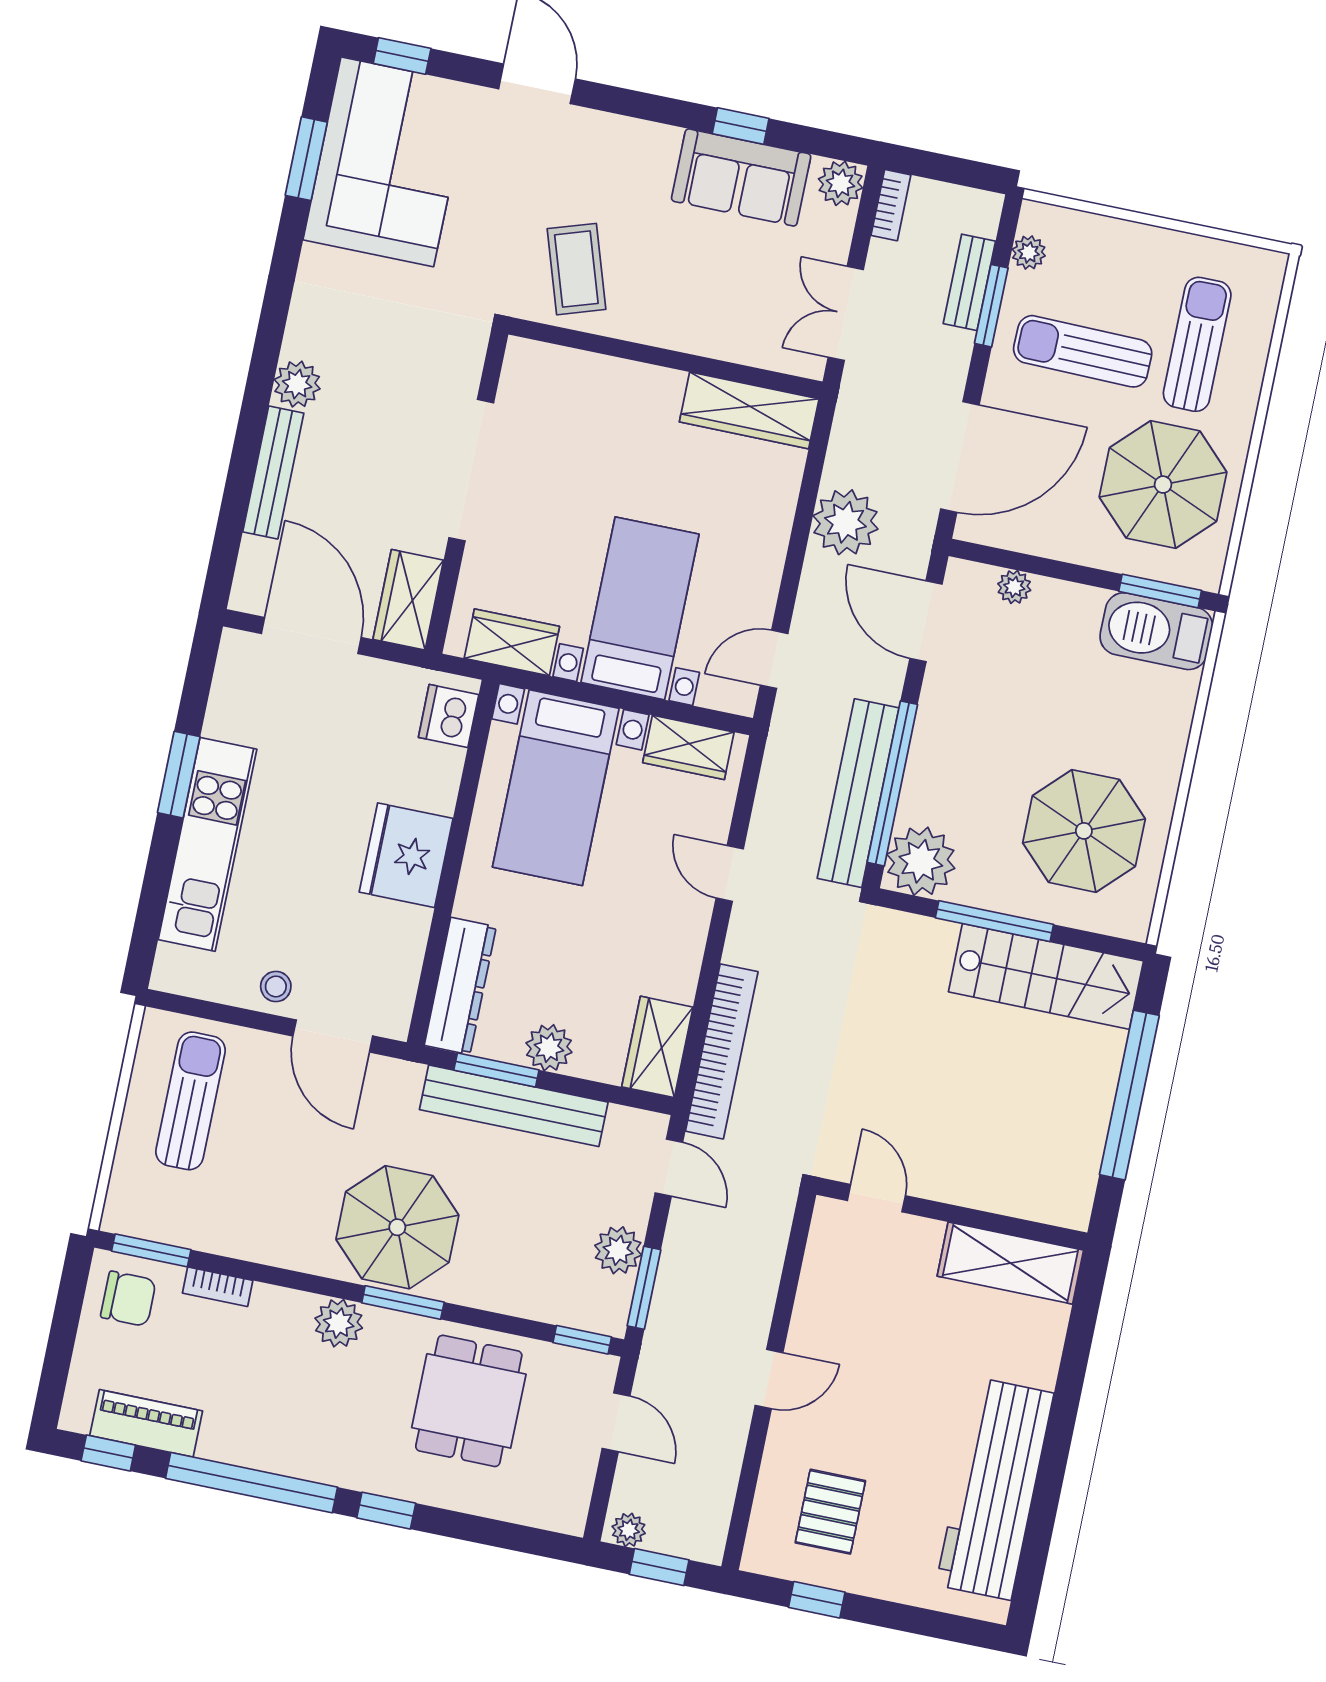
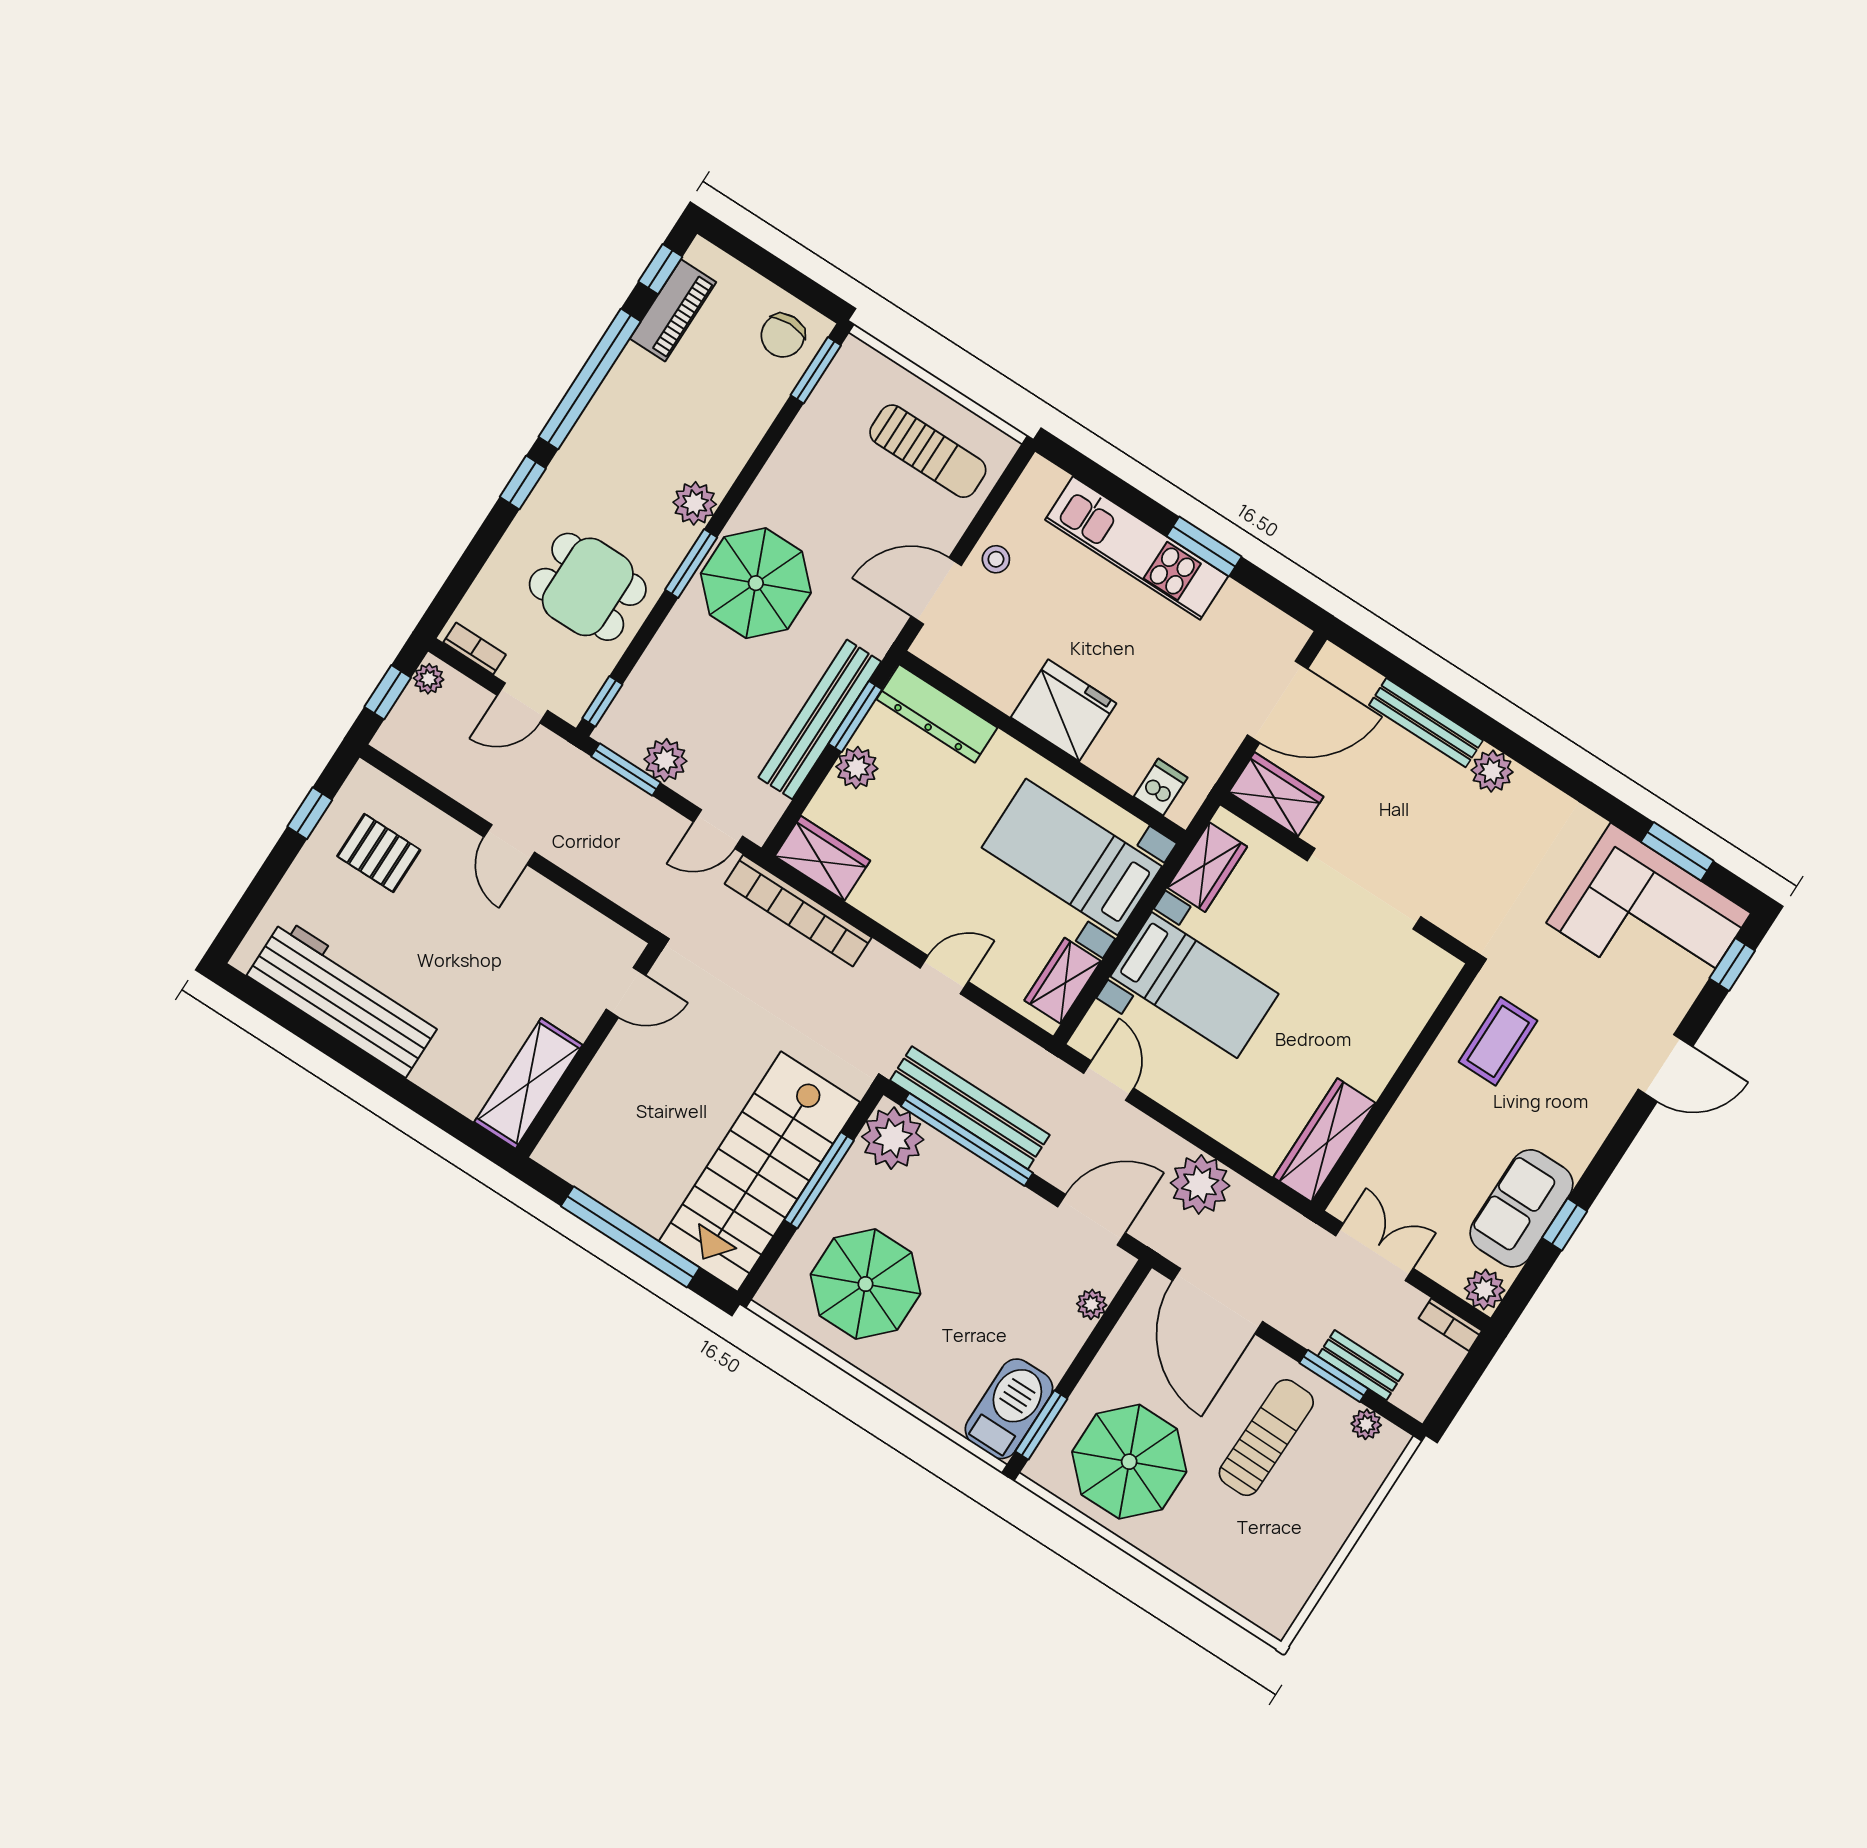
coffee table: (576, 269) -> (1498, 1041), turned -72
sun lounger: (1197, 344) -> (1235, 1535), removed
dishwasher: (449, 716) -> (1161, 787), width x0.73
stairs: (1046, 976) -> (759, 1172), width x1.36, depth x1.51
bookcase: (218, 1287) -> (475, 649), moved, turned 90

